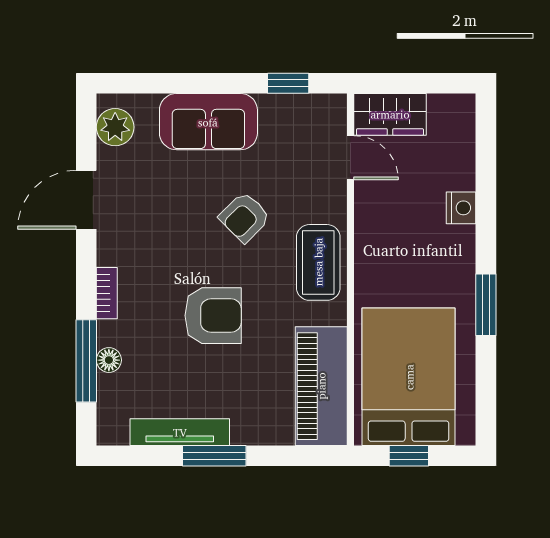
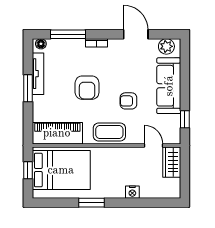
sofa: (208, 122) -> (169, 86), width x1.36
door: (350, 158) -> (153, 146), swing flipped
armchair: (245, 217) -> (128, 101), turned -45
floor lamp: (109, 360) -> (41, 44), moved

